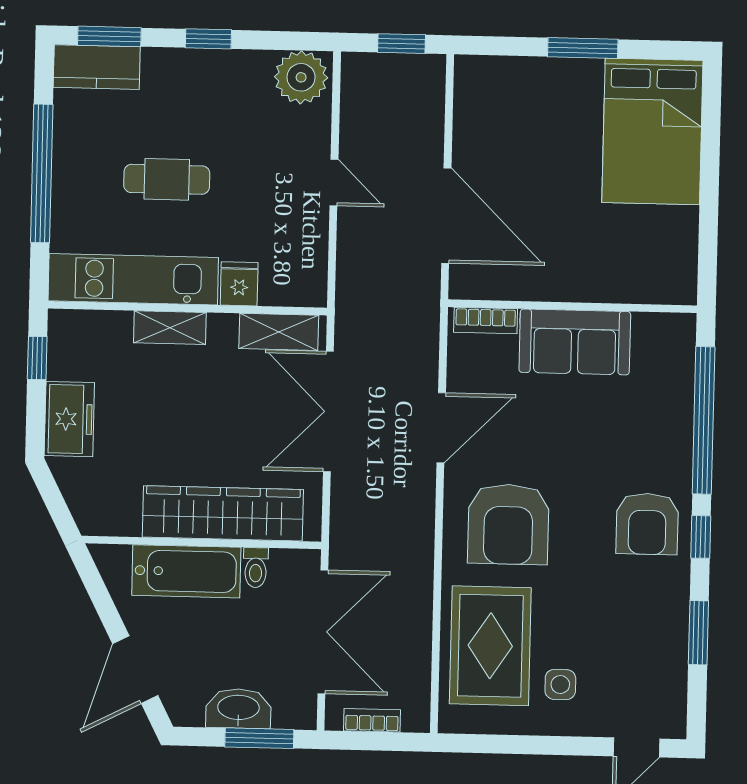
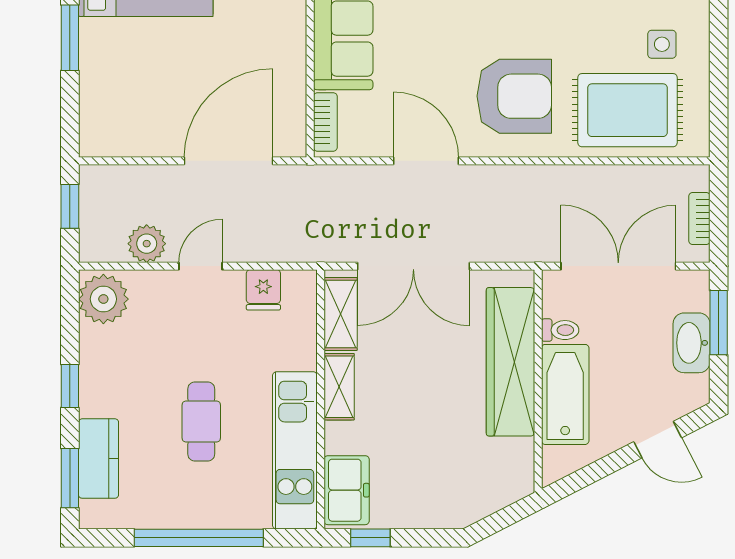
kitchen counter: (97, 67) -> (99, 459), moved
plant: (359, 125) -> (147, 244), added
fridge: (239, 284) -> (263, 290), moved, turned -90
shelving: (170, 328) -> (339, 387), moved
freezer: (69, 419) -> (347, 490), moved, turned 90
door: (135, 670) -> (658, 440), width x0.73

